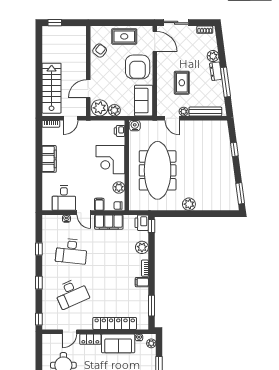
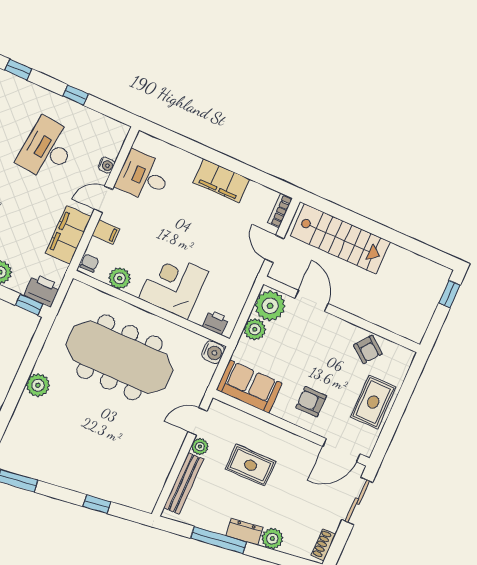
armchair: (138, 67) -> (311, 402), width x0.53, depth x0.53

